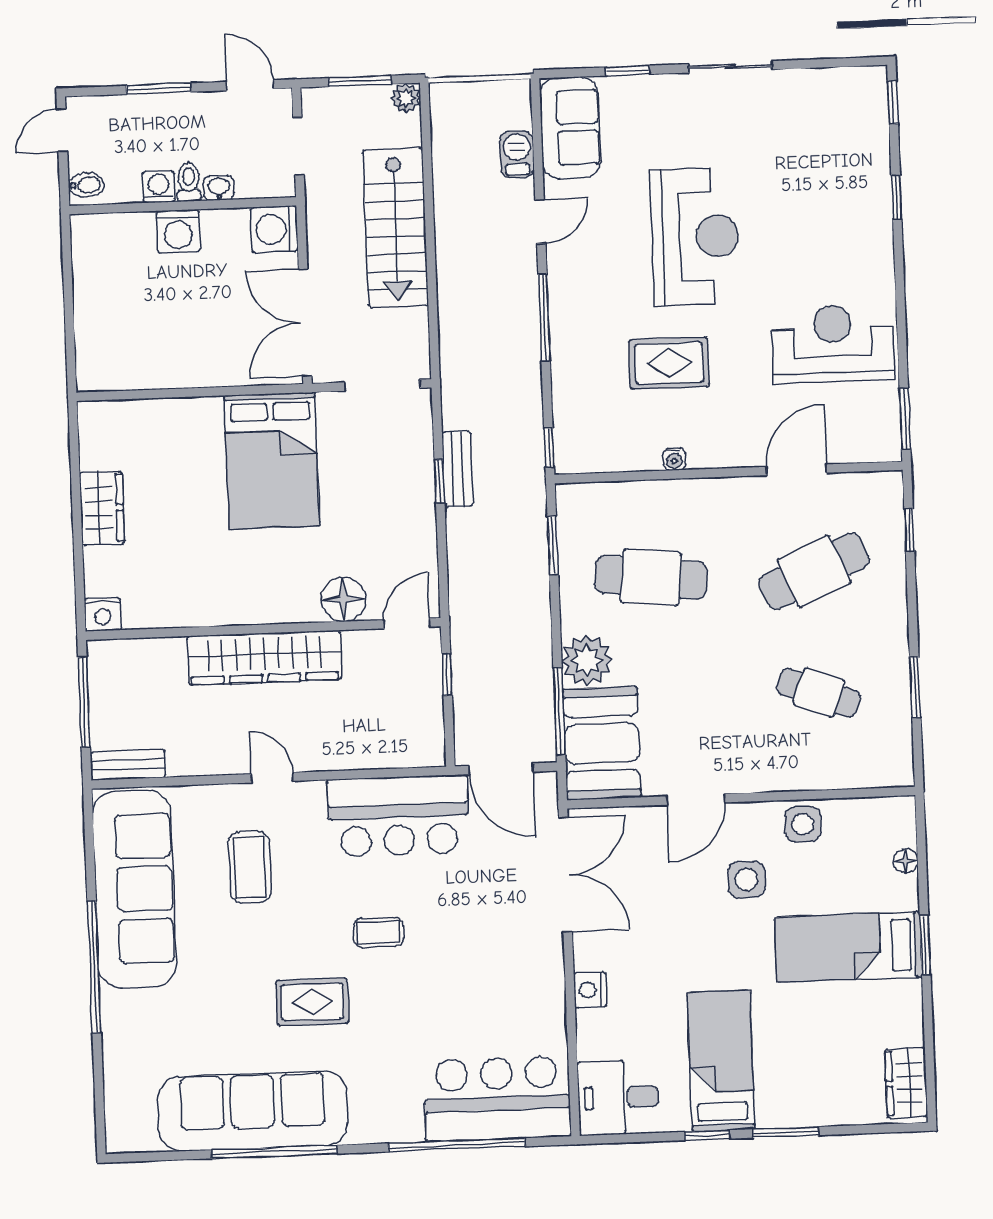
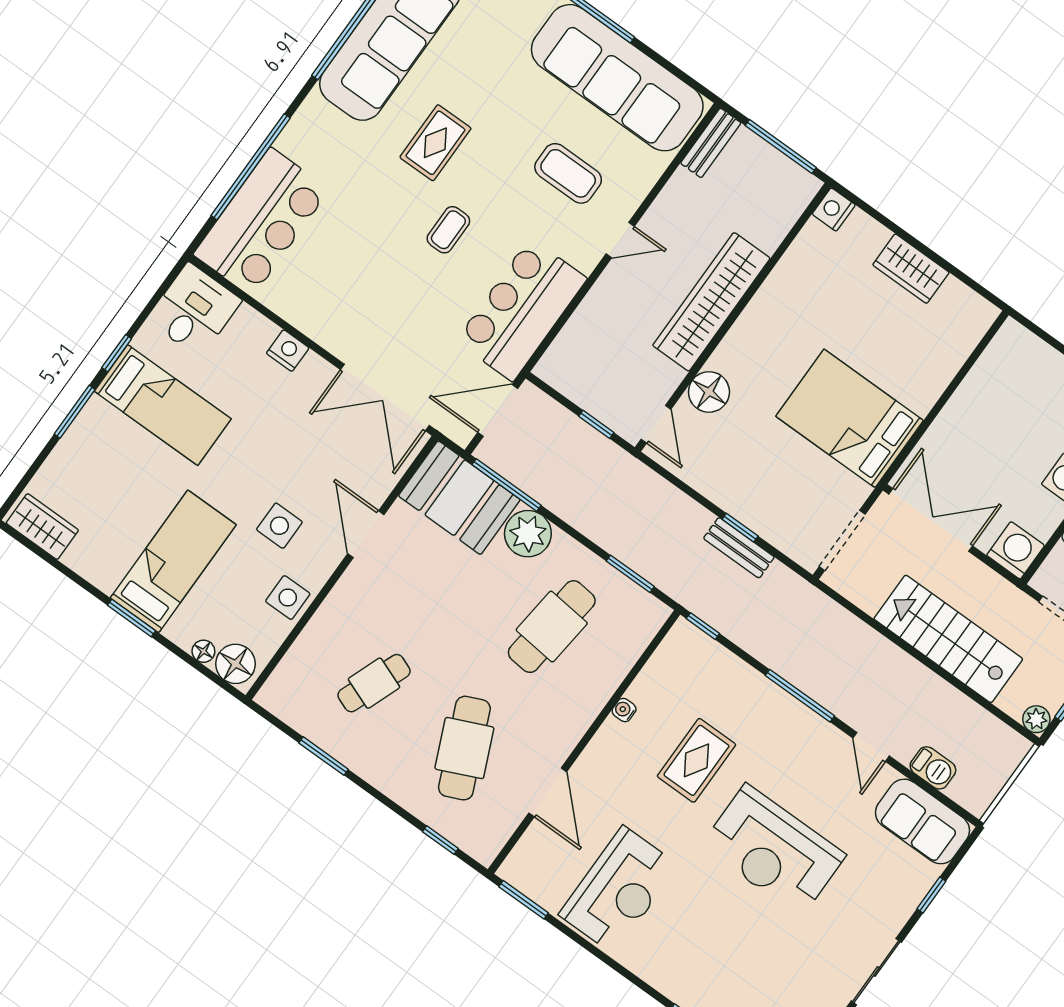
floor lamp: (895, 825) -> (235, 664), added

